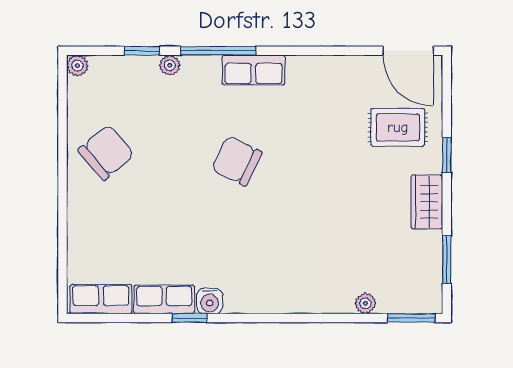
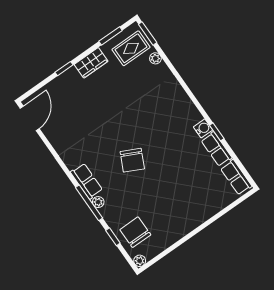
plant: (170, 65) -> (98, 202), moved
rug: (398, 127) -> (131, 48), moved, turned 90
chair: (106, 152) -> (135, 232), moved, turned 40

